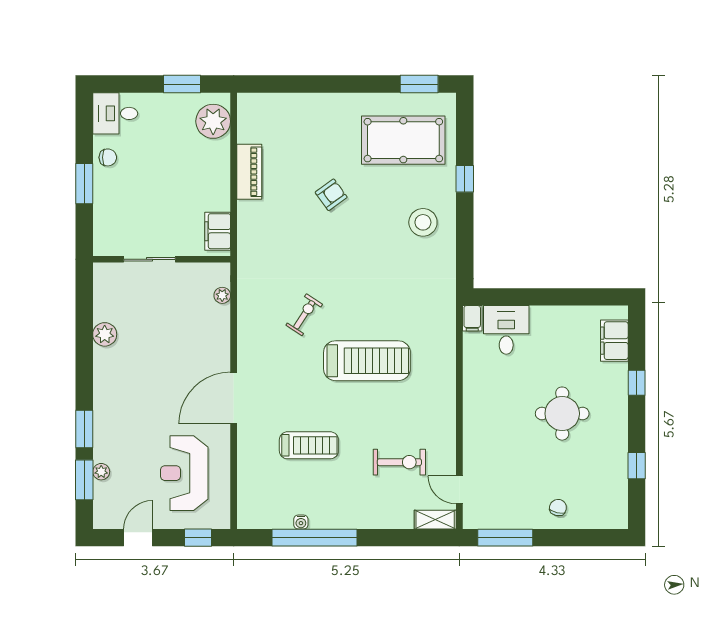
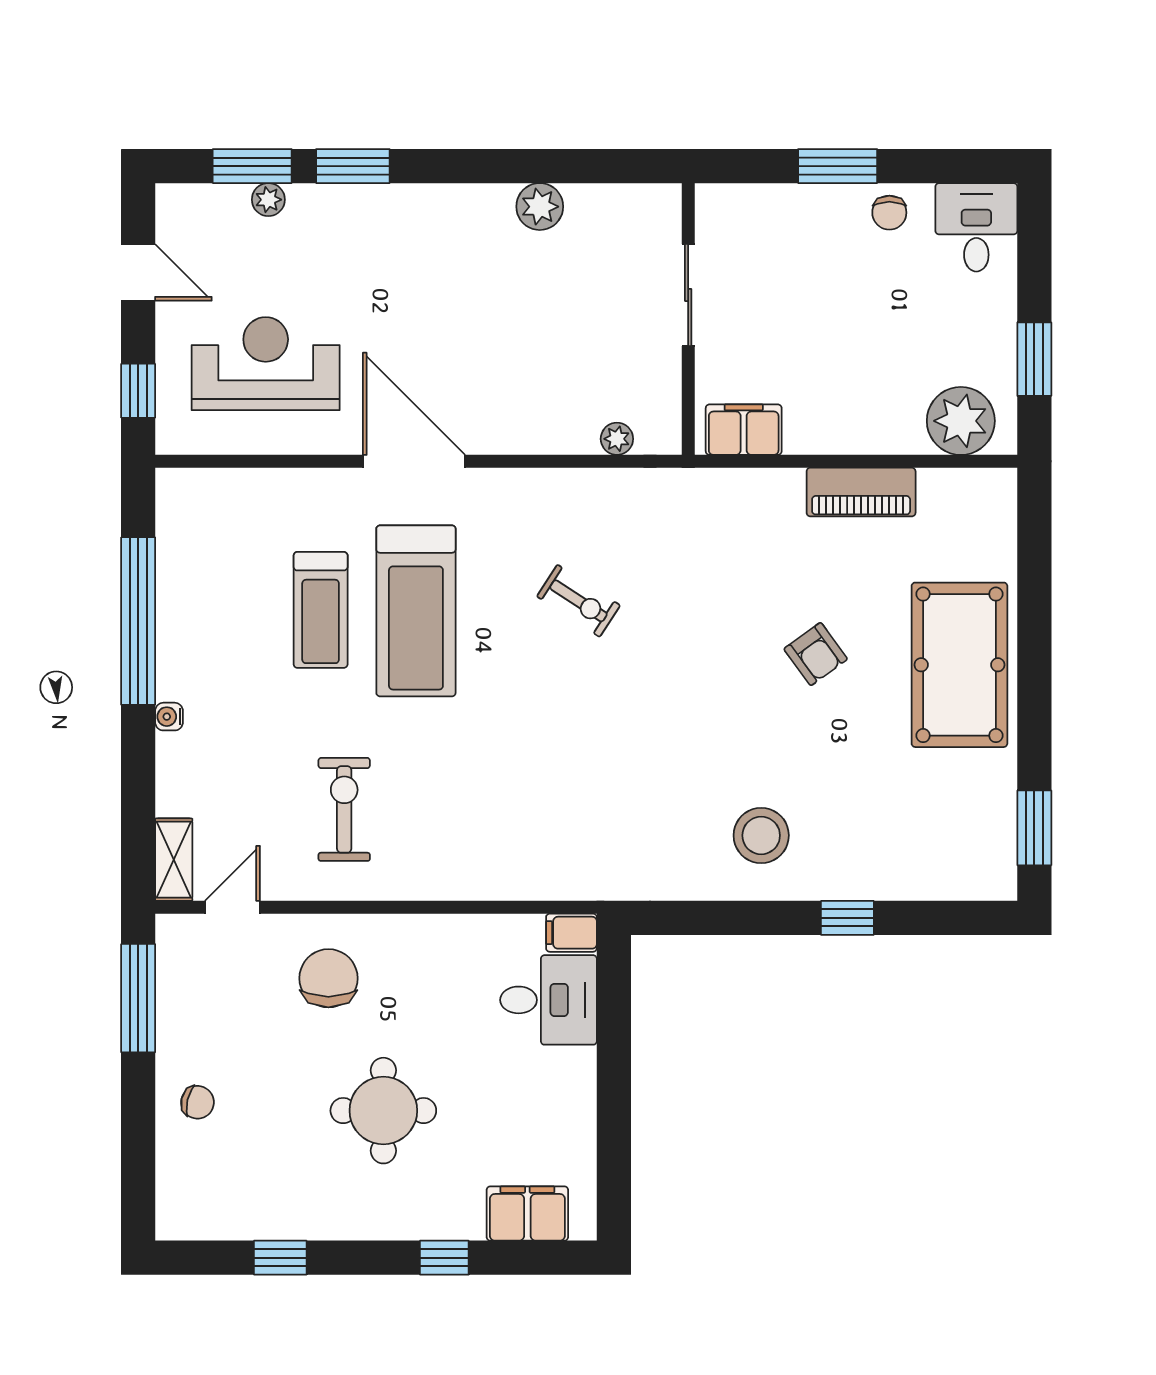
pool table: (403, 140) -> (959, 665), moved
treadmill: (367, 361) -> (416, 611), moved
chair: (495, 441) -> (328, 978), added
exercise bike: (399, 462) -> (344, 809), moved, turned 180
water cooler: (301, 522) -> (169, 717), moved

